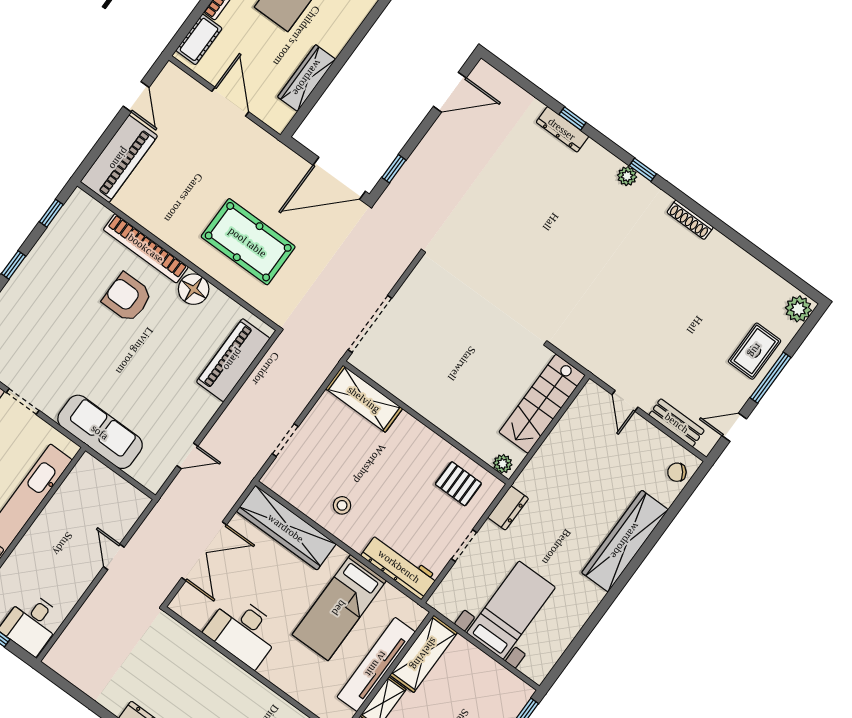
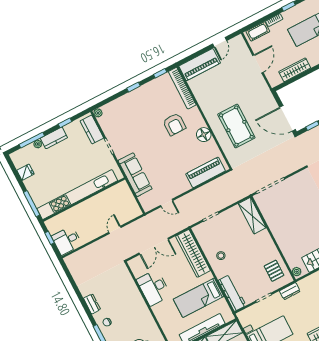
bookcase: (146, 248) -> (182, 88), moved
armchair: (127, 298) -> (174, 124), turned 180

